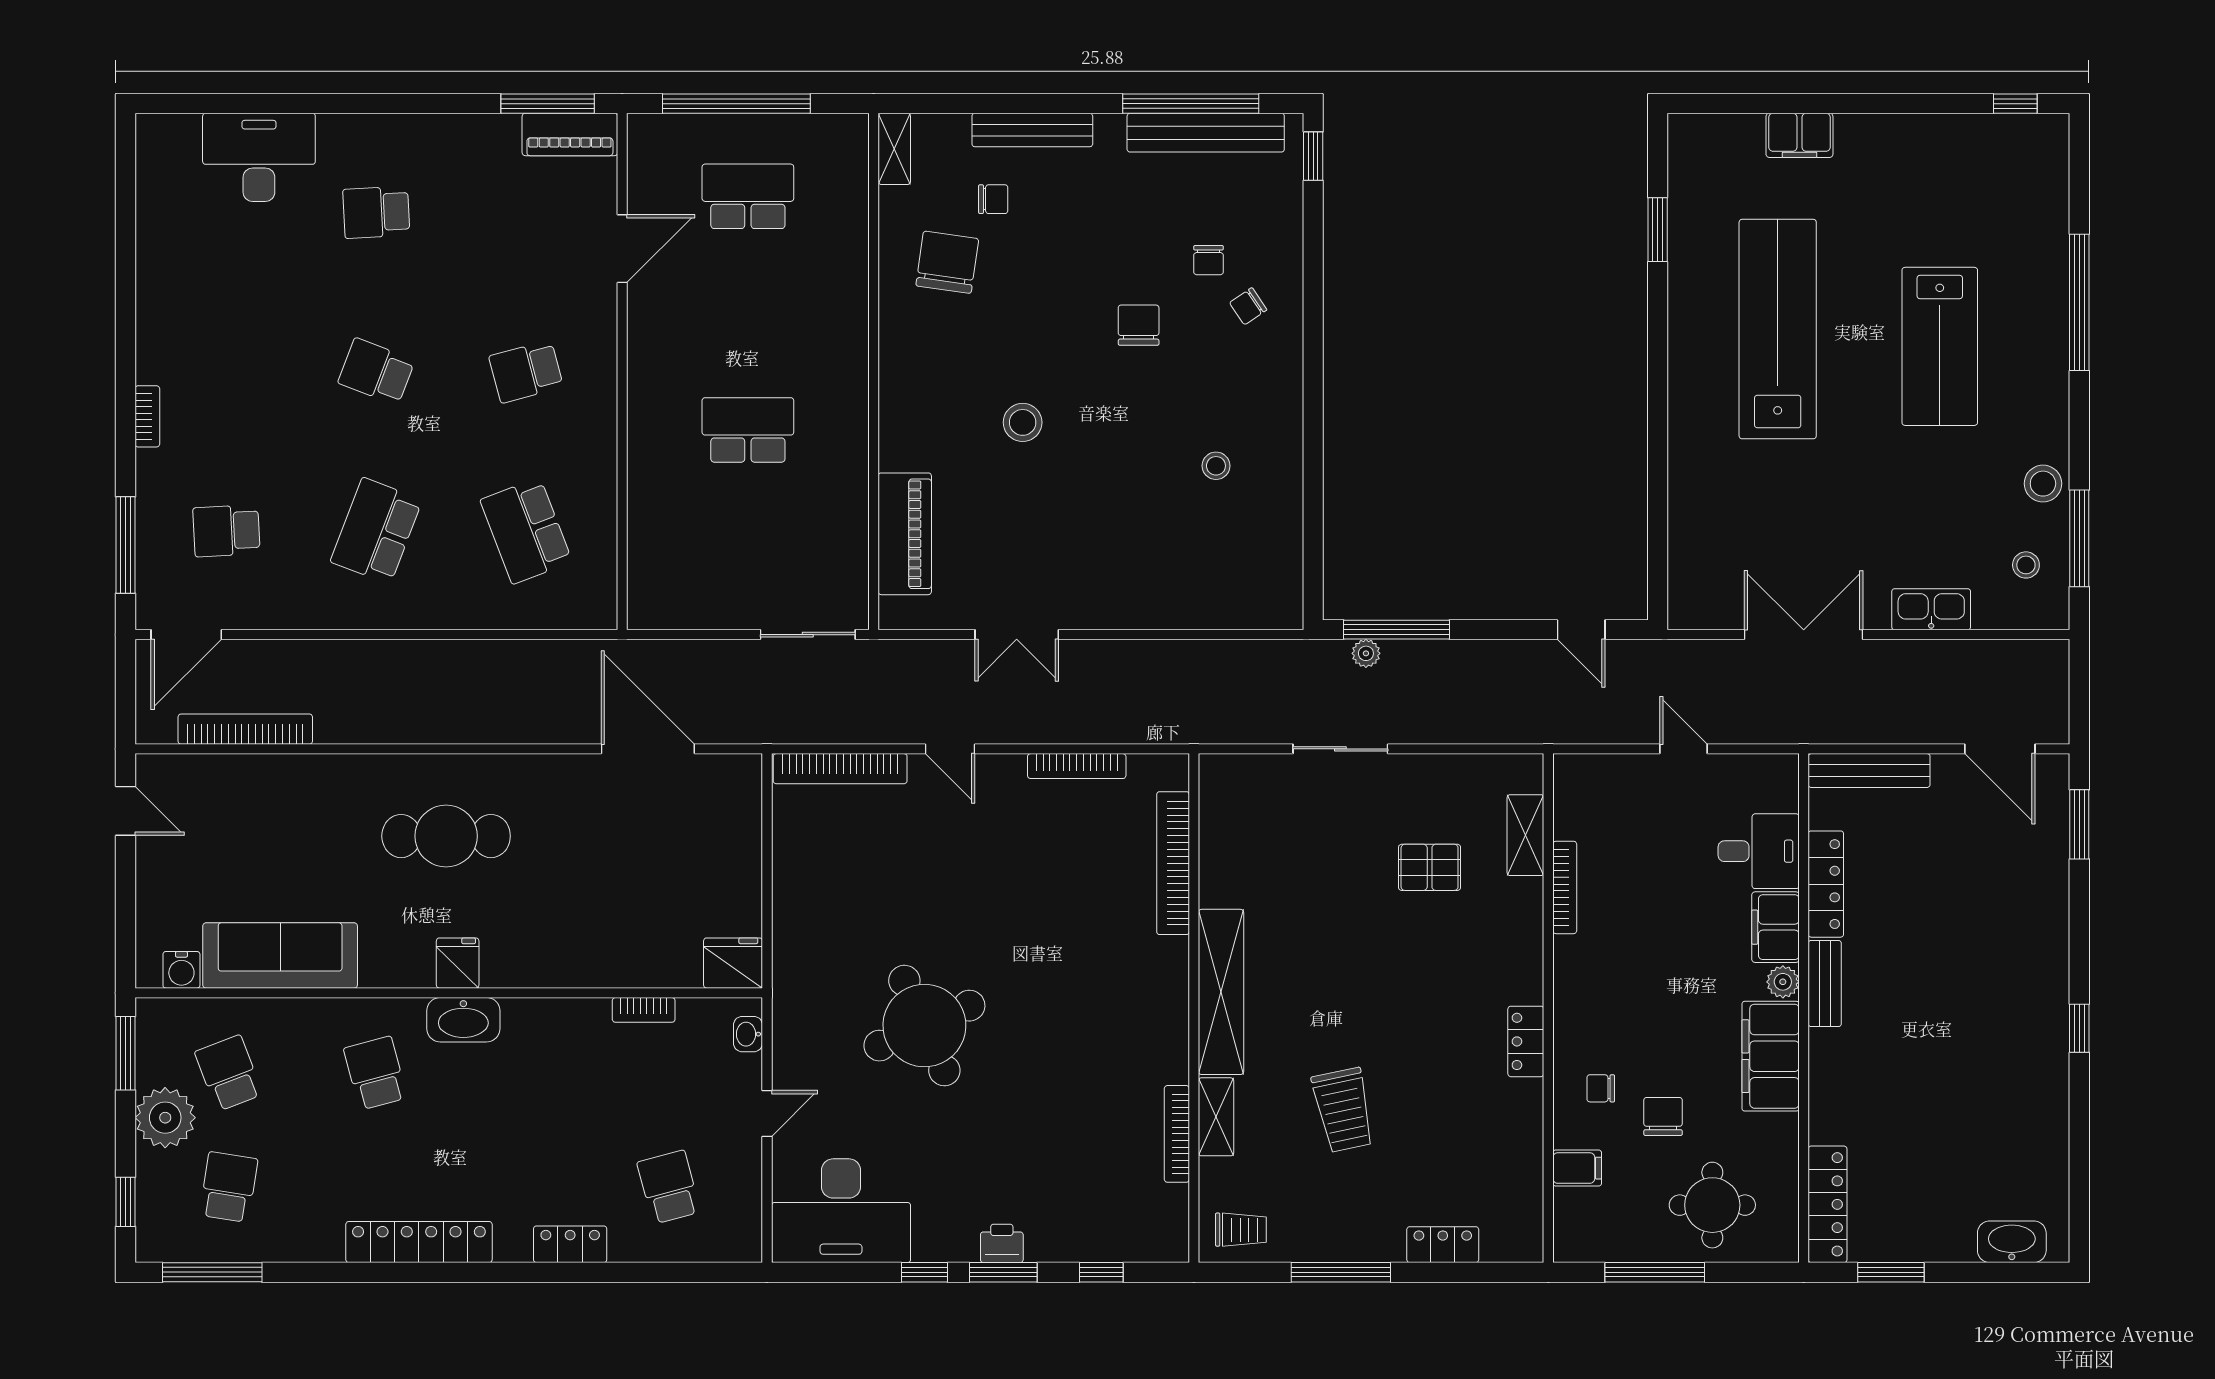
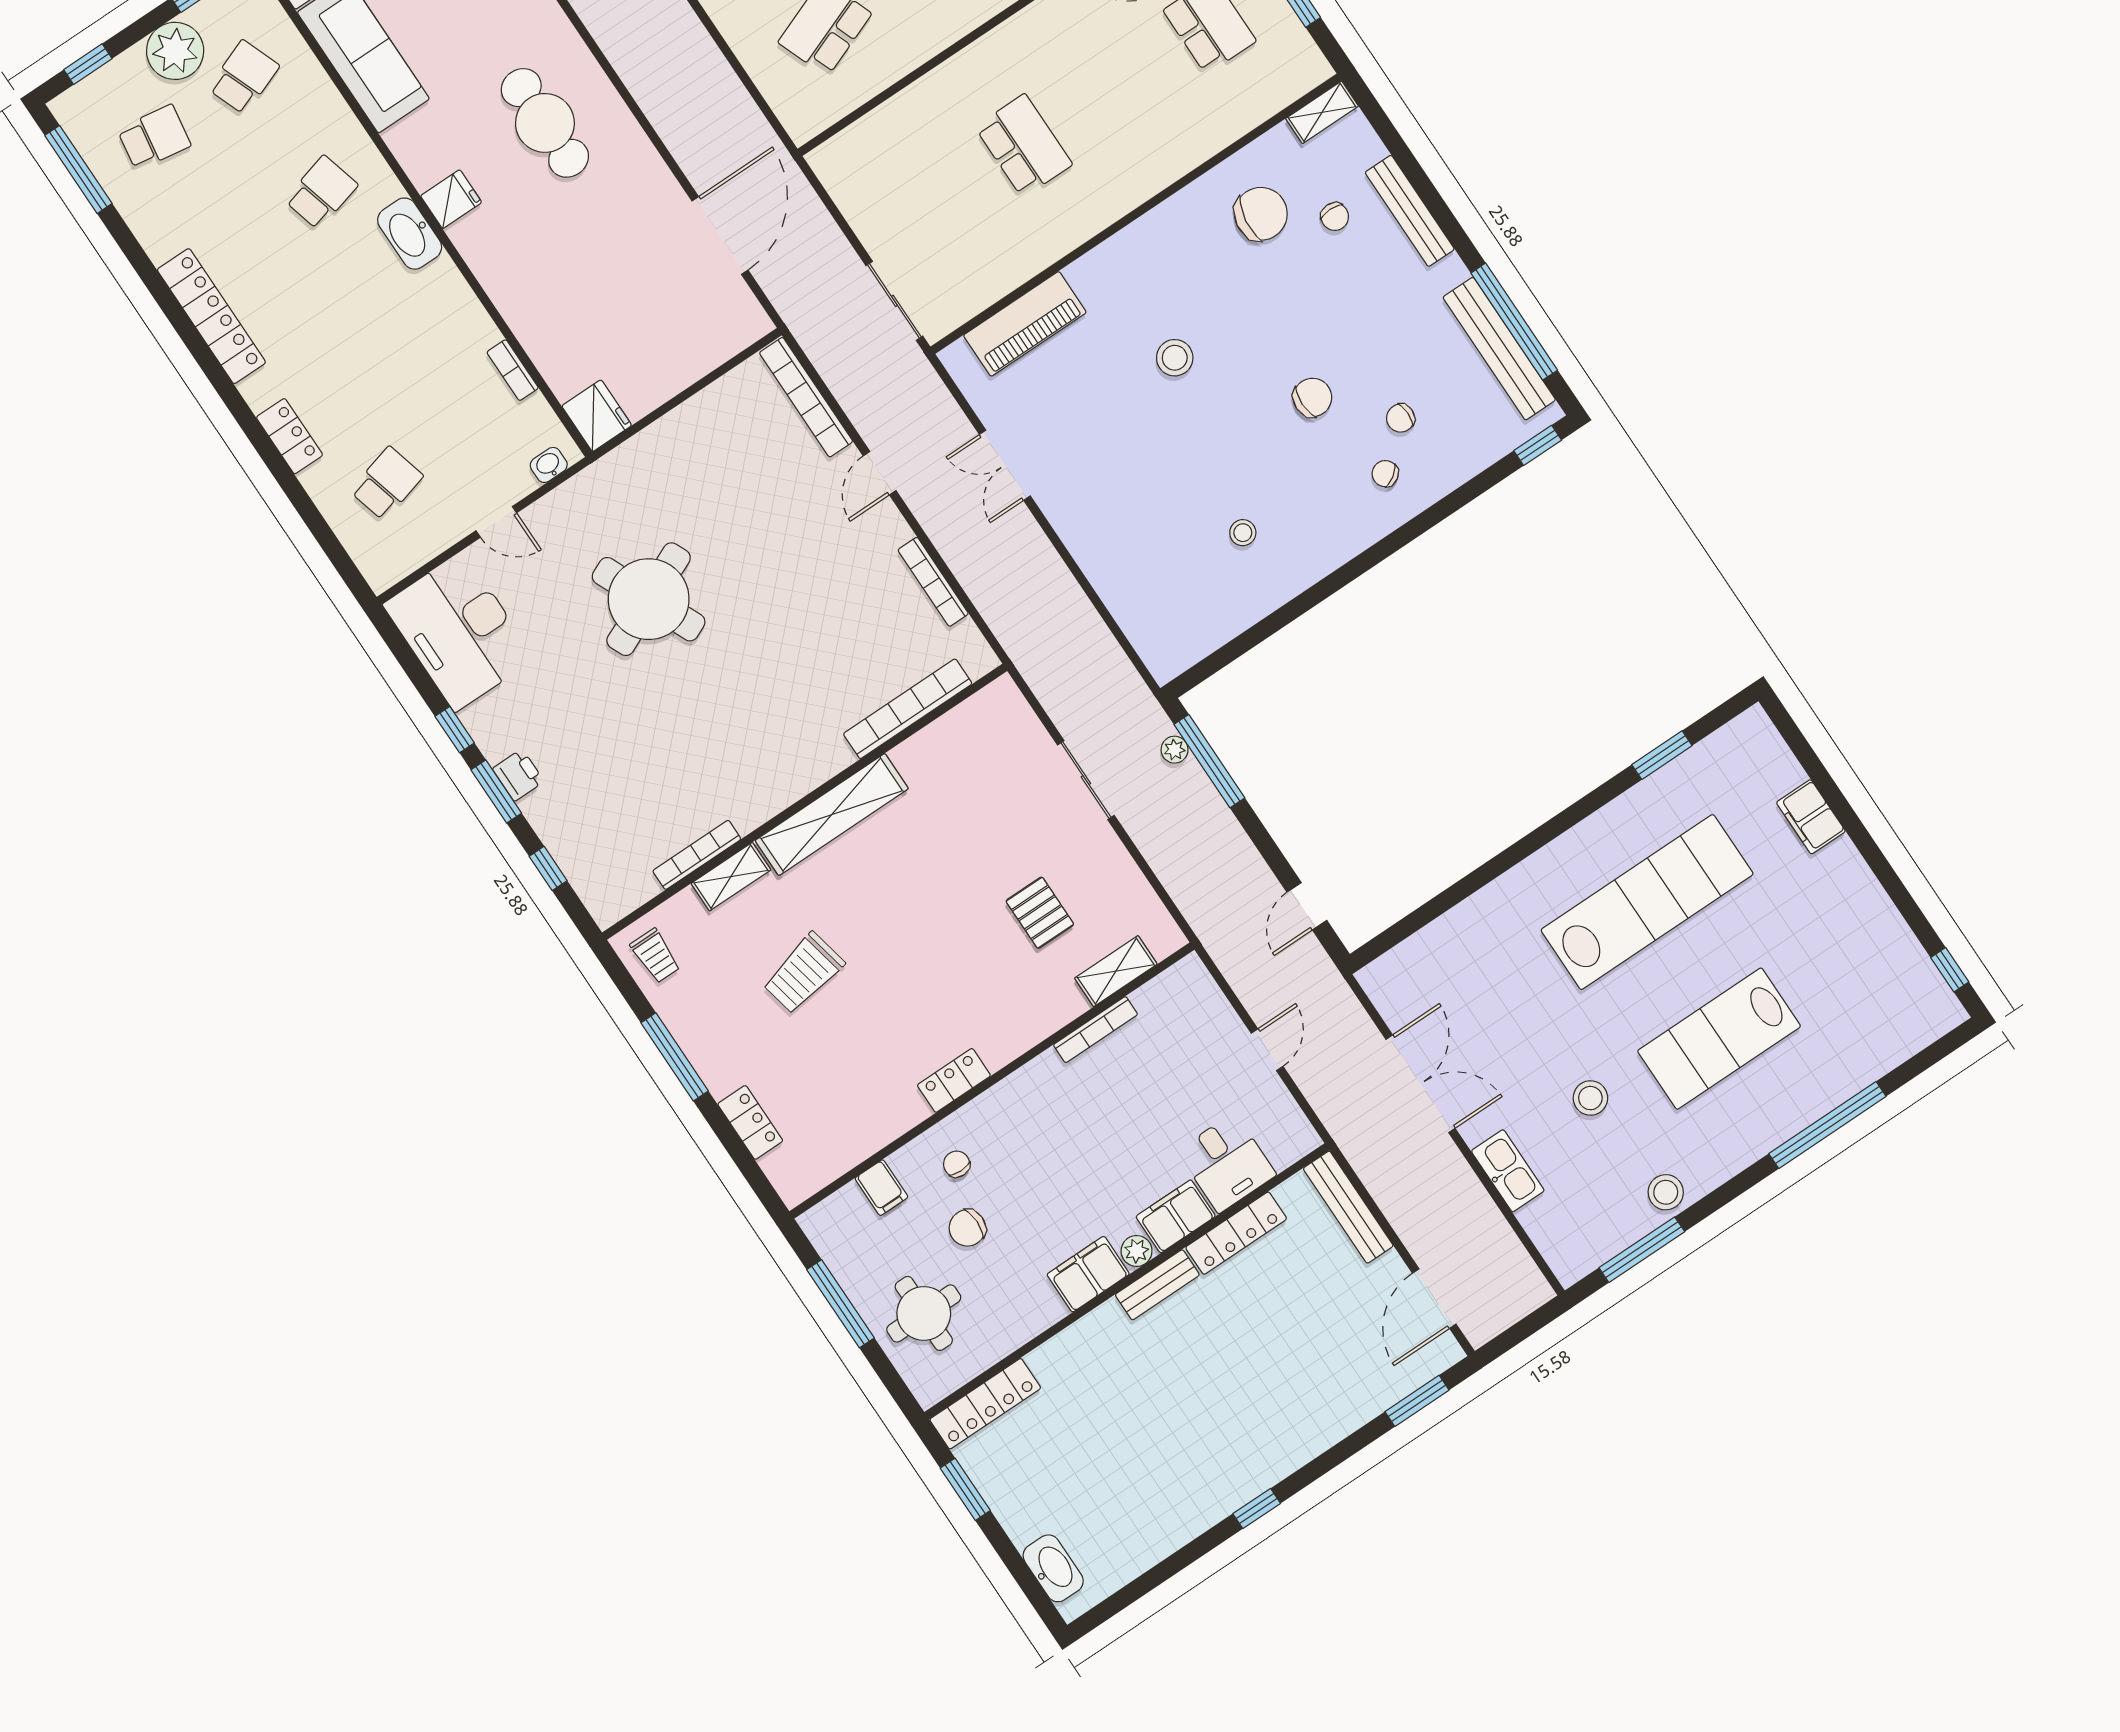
stool: (2026, 565) -> (1590, 1098), moved, width x1.37, depth x1.37
filing cabinet: (1771, 1056) -> (1088, 1274), width x0.67, depth x0.86
chair: (1663, 1116) -> (967, 1228), turned 180

